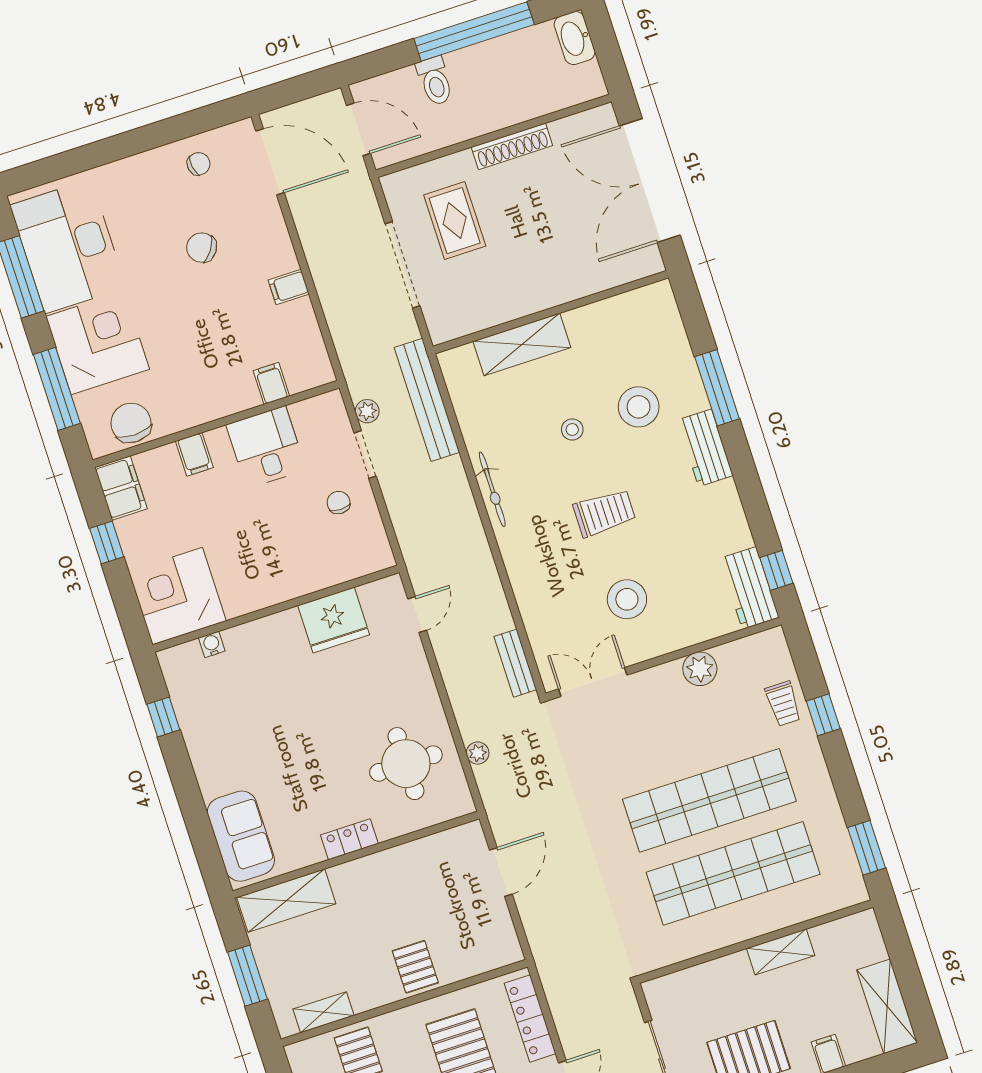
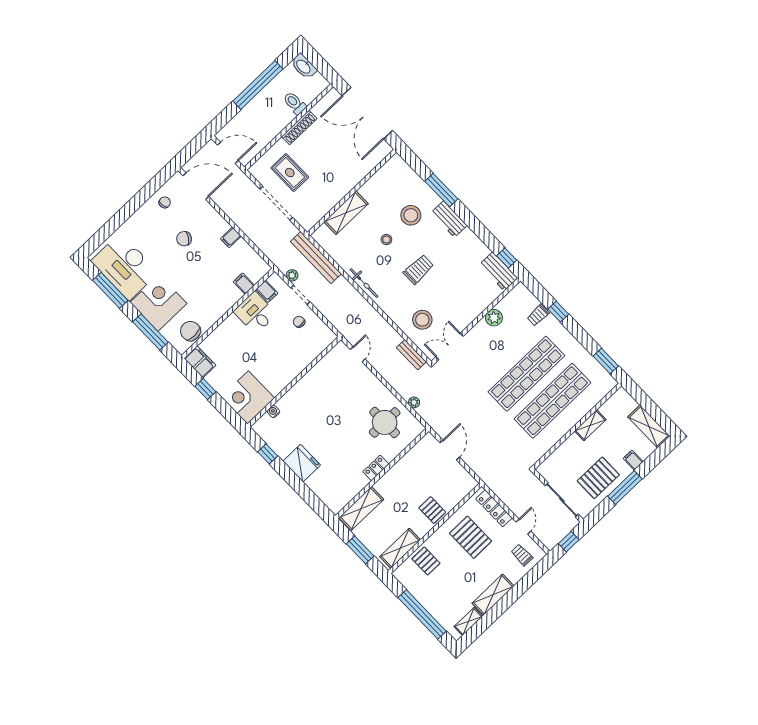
toilet: (435, 81) -> (295, 103), moved, turned 180
filing cabinet: (194, 454) -> (267, 291), moved
stool: (627, 599) -> (422, 320), moved
fridge: (334, 620) -> (302, 463), moved, turned -90
trolley: (783, 704) -> (538, 315), turned 90
sofa: (241, 836) -> (327, 490), removed
shelving: (324, 1012) -> (400, 548), width x1.50, depth x1.33

